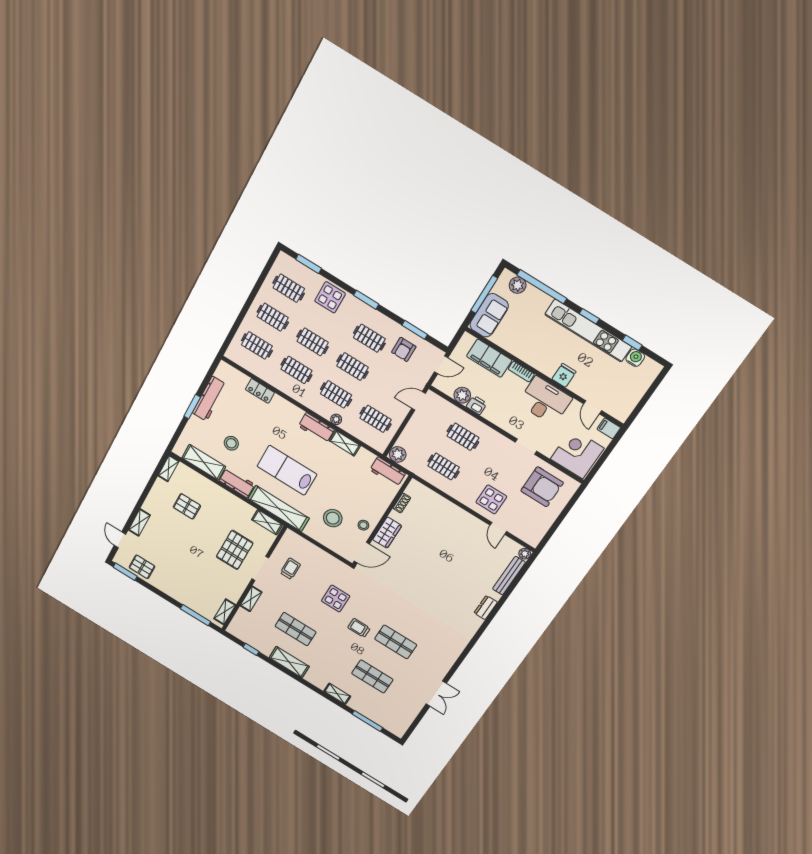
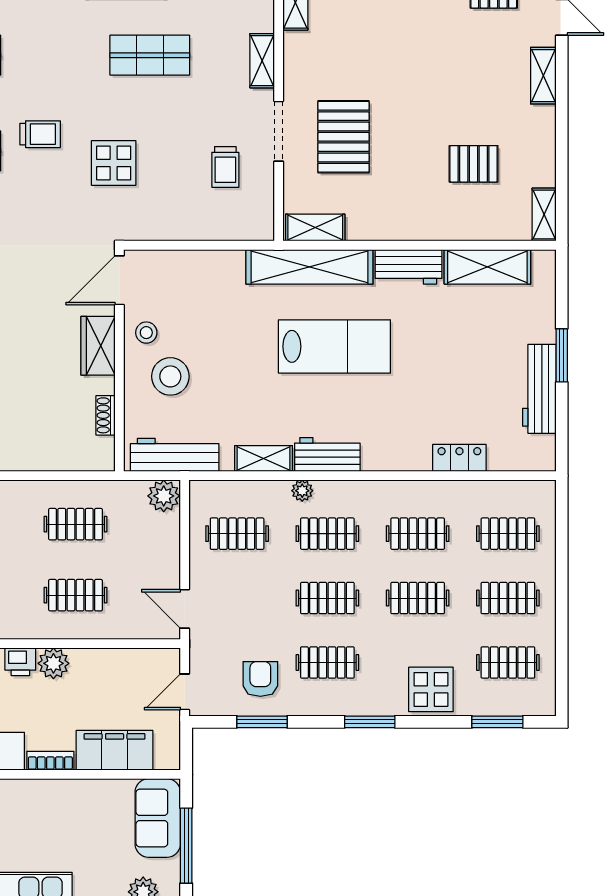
plant: (462, 395) -> (53, 663), moved
door: (418, 401) -> (185, 609), swing flipped
printer: (477, 405) -> (20, 662), moved
stool: (231, 443) -> (458, 333), removed
workbench: (388, 472) -> (175, 455), width x1.38
stool: (333, 518) -> (170, 376), moved

